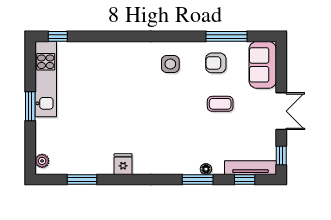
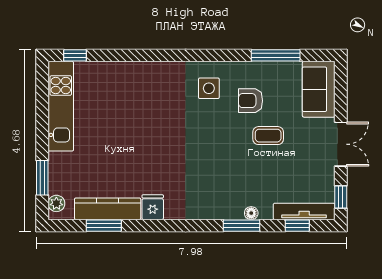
armchair: (216, 63) -> (251, 101), moved
window: (30, 106) -> (42, 178), moved
kitchen counter: (85, 165) -> (108, 209), added

